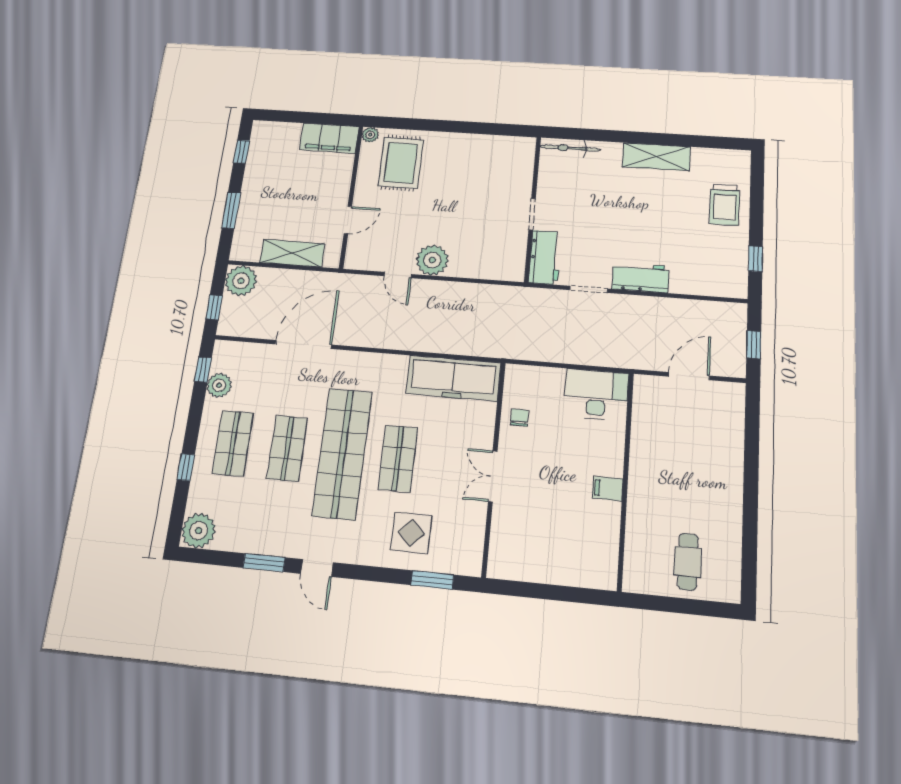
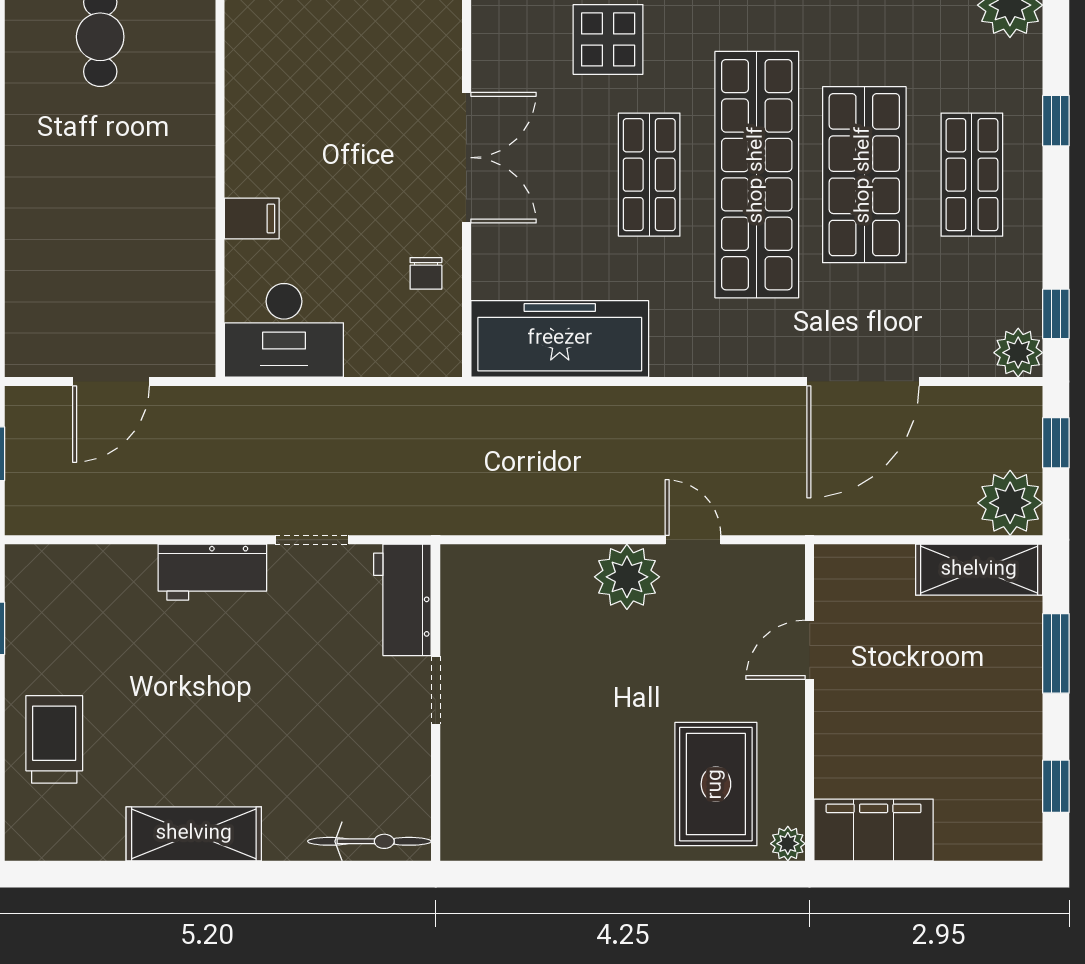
shelving: (292, 253) -> (979, 570), moved
plant: (219, 385) -> (1018, 353), moved
shop shelf: (287, 448) -> (864, 175), width x1.43, depth x1.36
double door: (493, 476) -> (466, 158), width x1.37
filing cabinet: (608, 489) -> (252, 218), moved

